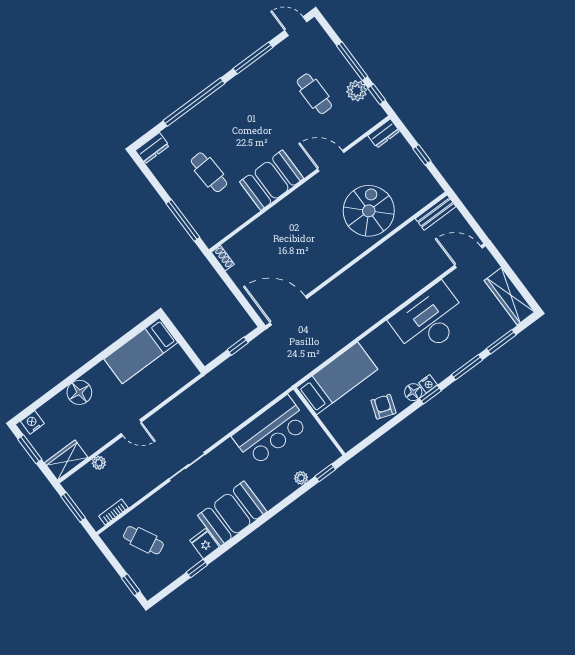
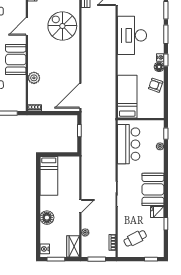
plant: (265, 225) -> (34, 78), added

